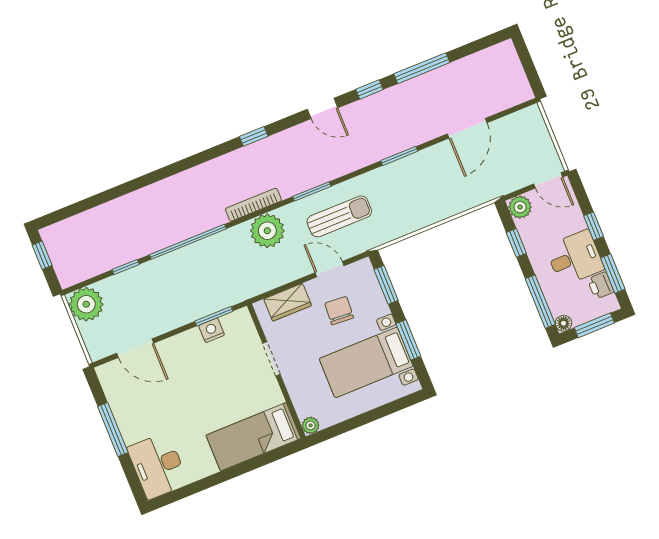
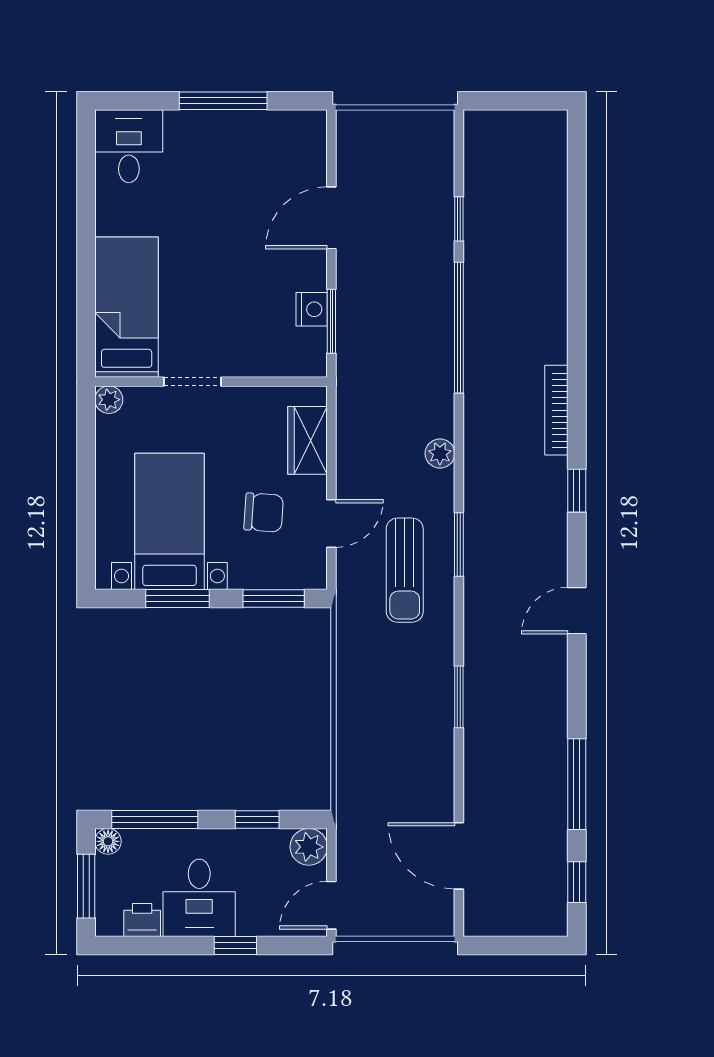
window: (369, 89) -> (577, 882), moved
door: (467, 128) -> (459, 856), moved
bookcase: (253, 205) -> (556, 410), moved, turned 180
plant: (267, 231) -> (440, 454), width x0.53, depth x0.53
window: (42, 255) -> (527, 101), removed
window: (613, 274) -> (152, 946), removed
plant: (86, 304) -> (427, 137), removed
door: (135, 348) -> (331, 218), moved
doorway: (271, 359) -> (193, 382), moved
desk: (158, 466) -> (129, 146), width x0.73

